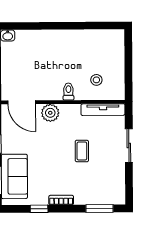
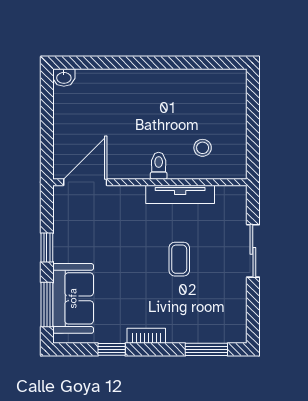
door: (22, 102) -> (85, 182), swing flipped
tv unit: (103, 110) -> (180, 194), moved
plant: (50, 113) -> (130, 199), removed

